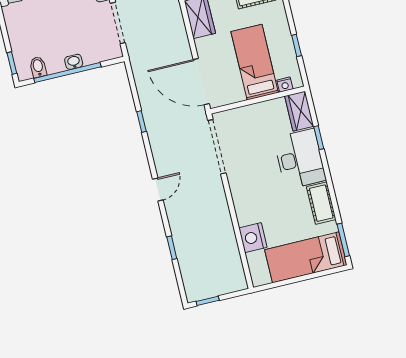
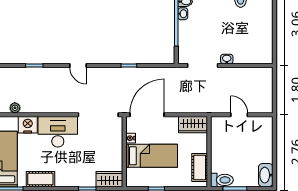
washbasin: (74, 62) -> (183, 14), moved
nightstand: (285, 85) -> (131, 138), moved
desk: (300, 159) -> (58, 132), moved, turned 180
plant: (234, 260) -> (15, 108), added

